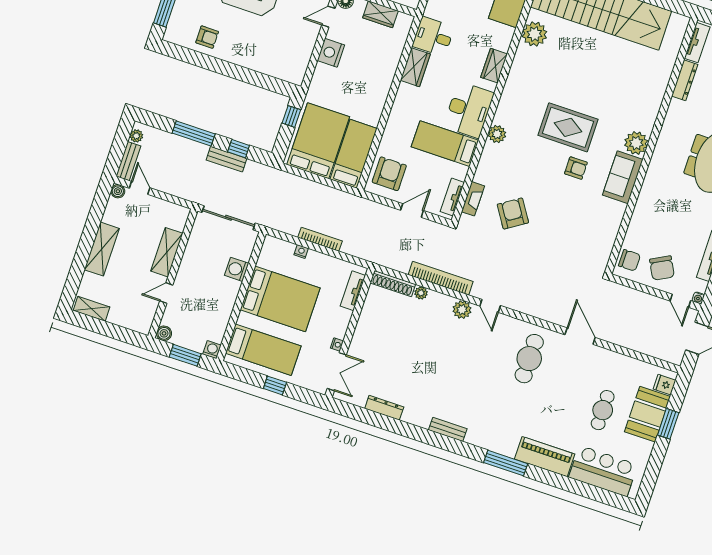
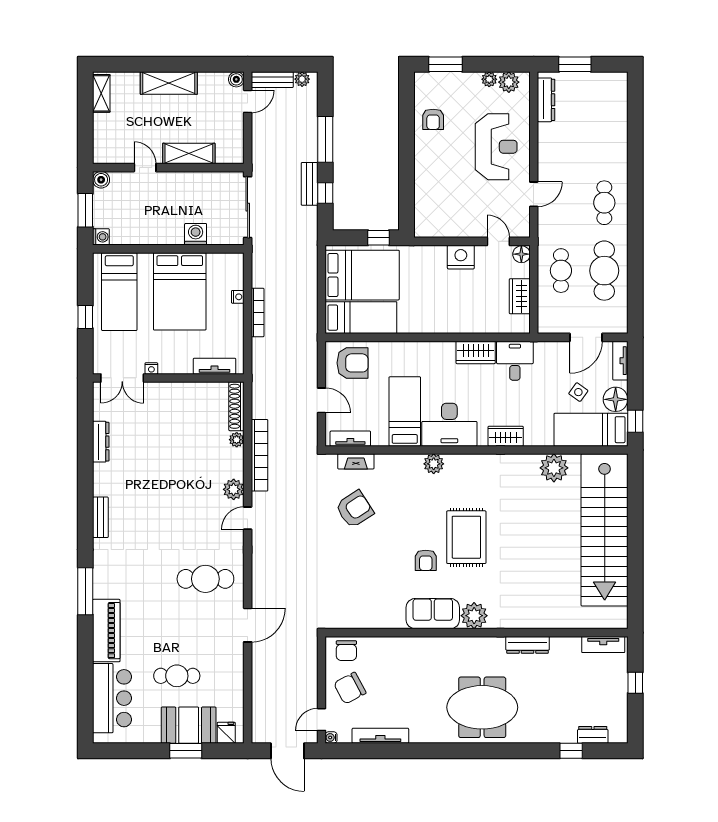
dresser: (685, 80) -> (528, 645), moved

